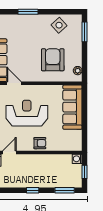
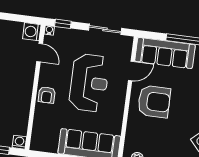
armchair: (53, 60) -> (154, 102), moved

